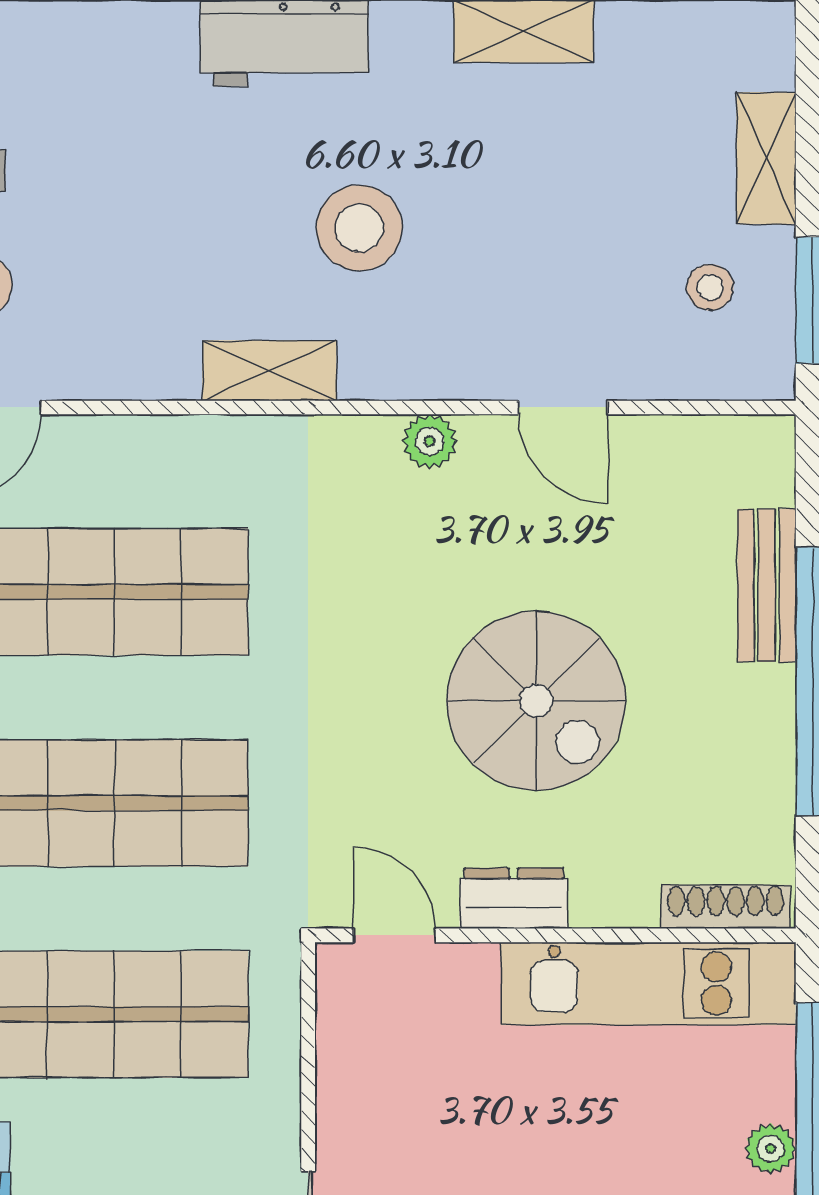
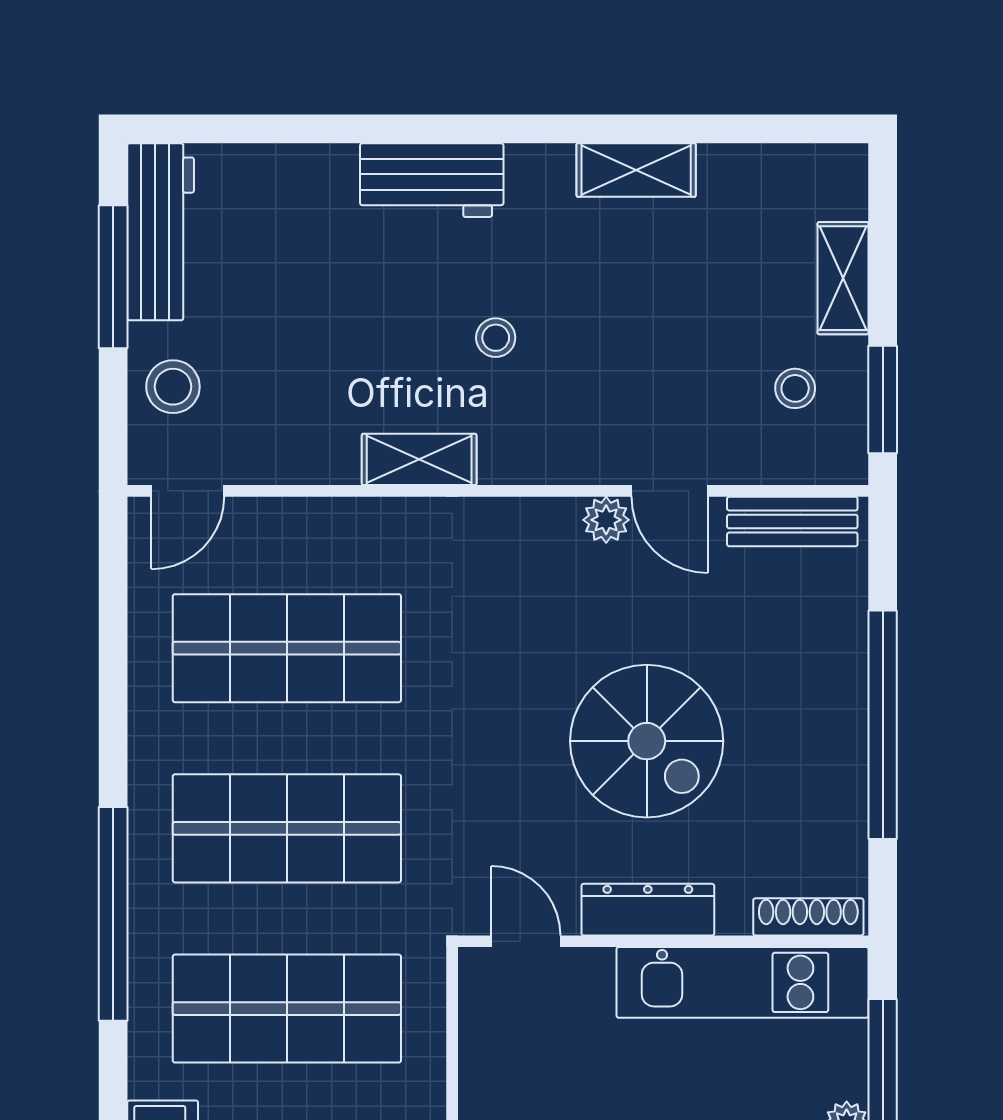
stool: (359, 228) -> (496, 338), width x0.53, depth x0.53
plant: (430, 441) -> (606, 520), moved
bench: (767, 585) -> (792, 521), moved, turned 90
dresser: (514, 898) -> (648, 910), width x1.44

